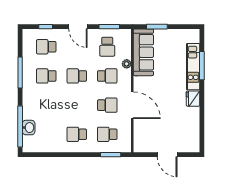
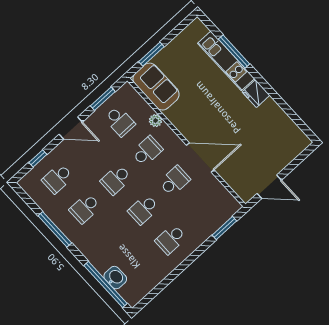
sofa: (143, 52) -> (156, 87), width x0.73
school desk: (107, 134) -> (143, 209), moved
door: (167, 155) -> (269, 187), moved

